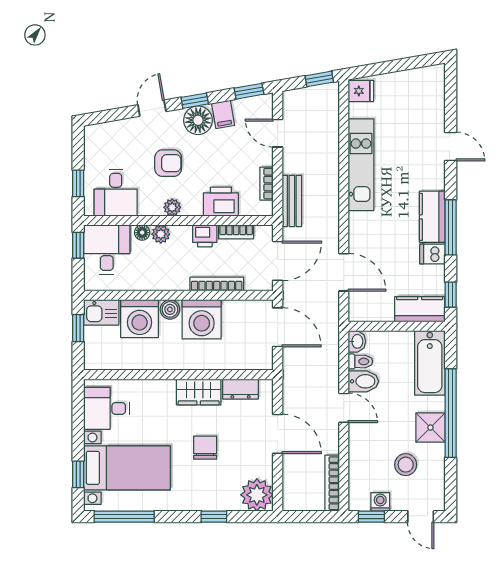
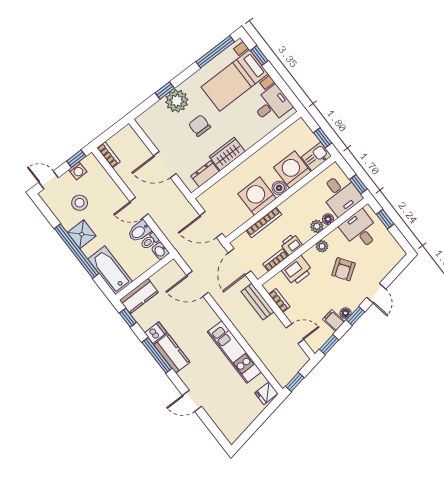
floor lamp: (198, 120) -> (345, 313), width x0.53, depth x0.53
armchair: (168, 163) -> (343, 269), turned -35
chair: (205, 448) -> (200, 126), turned 180
bookcase: (332, 483) -> (108, 155), width x0.64
plant: (257, 495) -> (177, 101), moved

